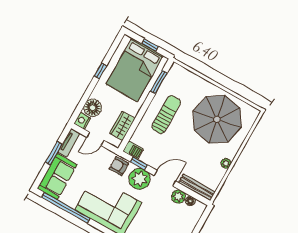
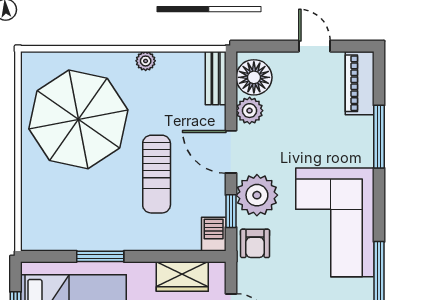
window: (159, 82) -> (100, 256), moved
sun lounger: (166, 115) -> (157, 174), moved, turned -90
bench: (197, 187) -> (216, 78), width x0.73
floor lamp: (190, 201) -> (254, 77), width x1.89, depth x1.89

